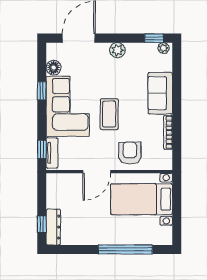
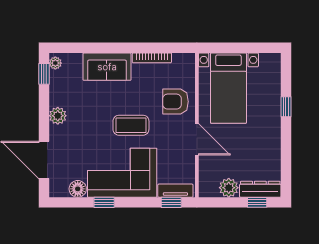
plant: (55, 199) -> (229, 188), added
window: (125, 250) -> (286, 107), width x0.32

